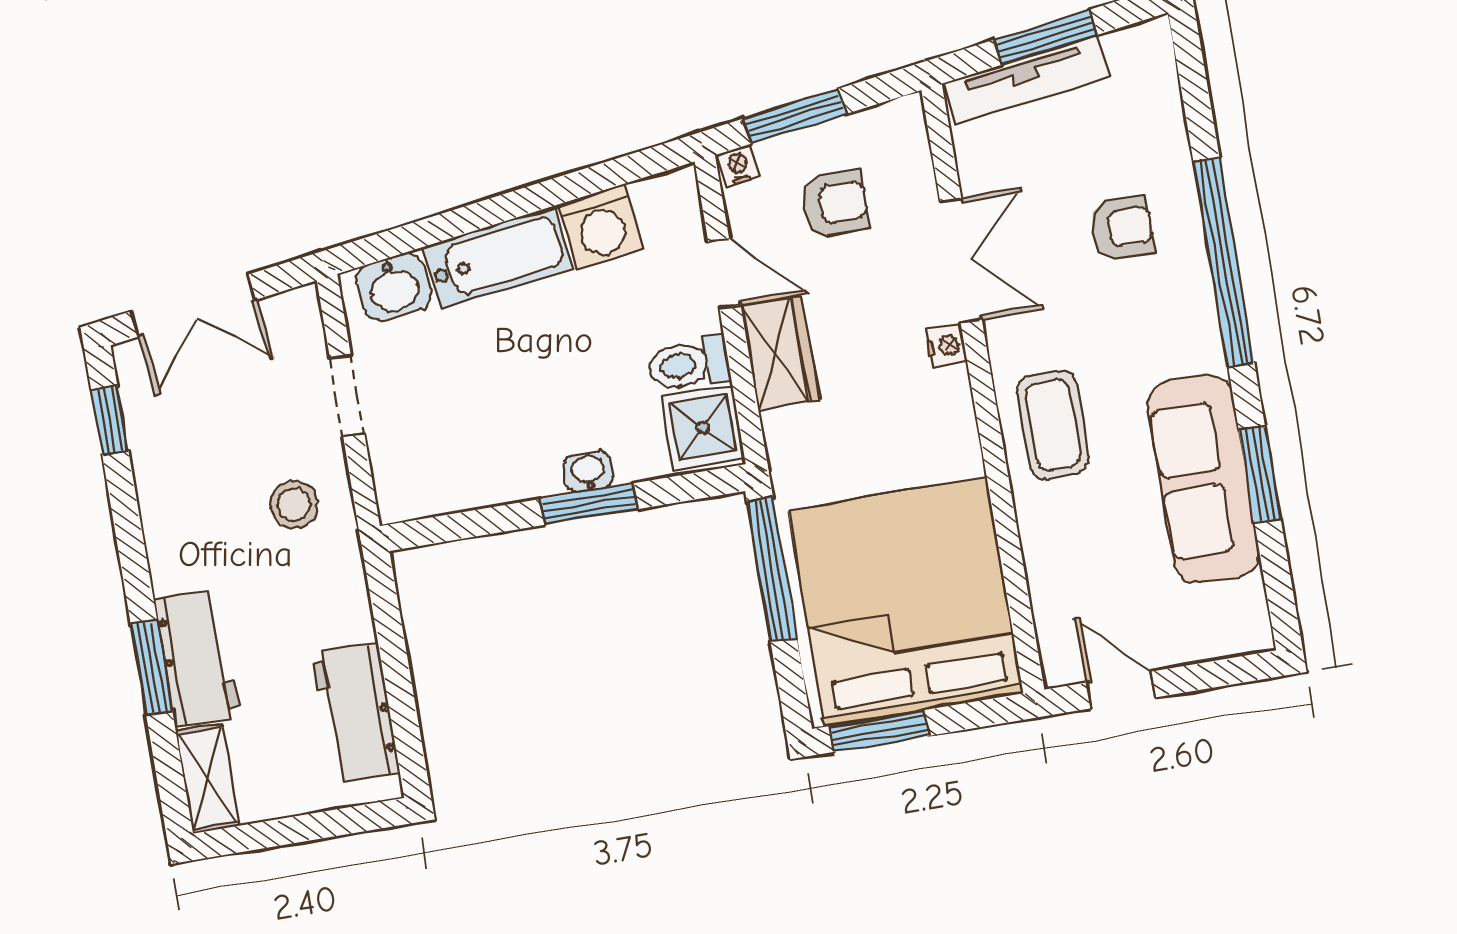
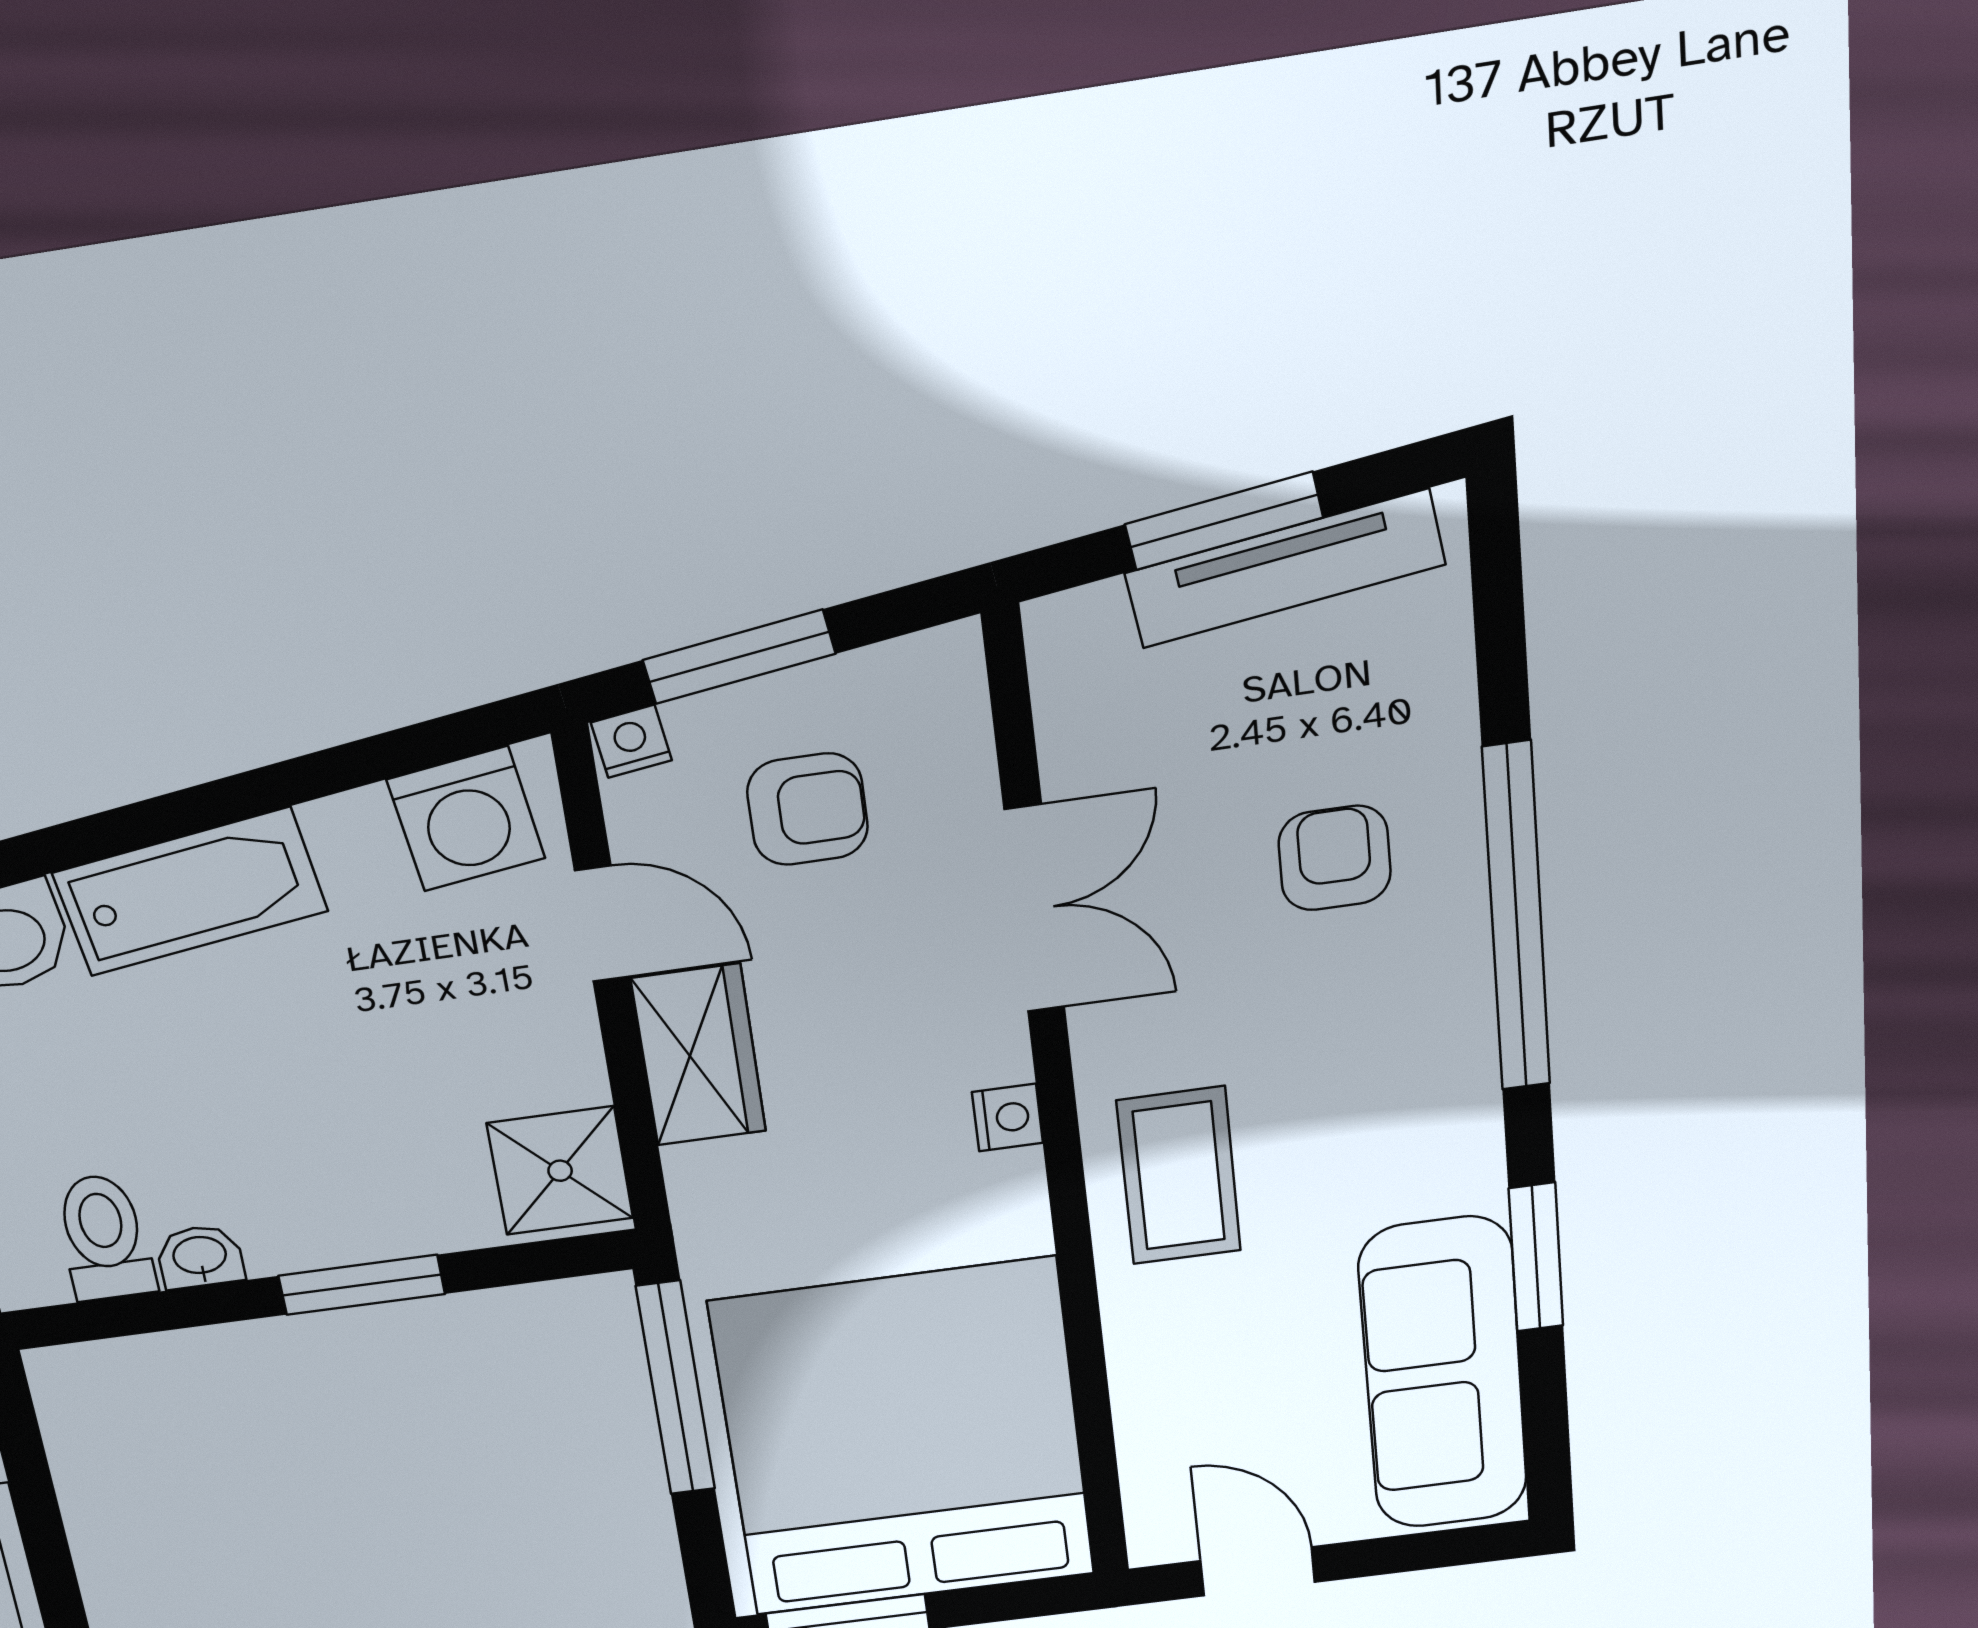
tv unit: (1027, 80) -> (1285, 569), moved
washing machine: (601, 227) -> (466, 819), moved
armchair: (1122, 228) -> (1335, 858), turned -90
nightstand: (946, 345) -> (1007, 1117), moved
toilet: (689, 364) -> (104, 1237), moved, turned 90
washbasin: (588, 472) -> (200, 1257), moved
sofa: (1203, 479) -> (1443, 1374), moved

